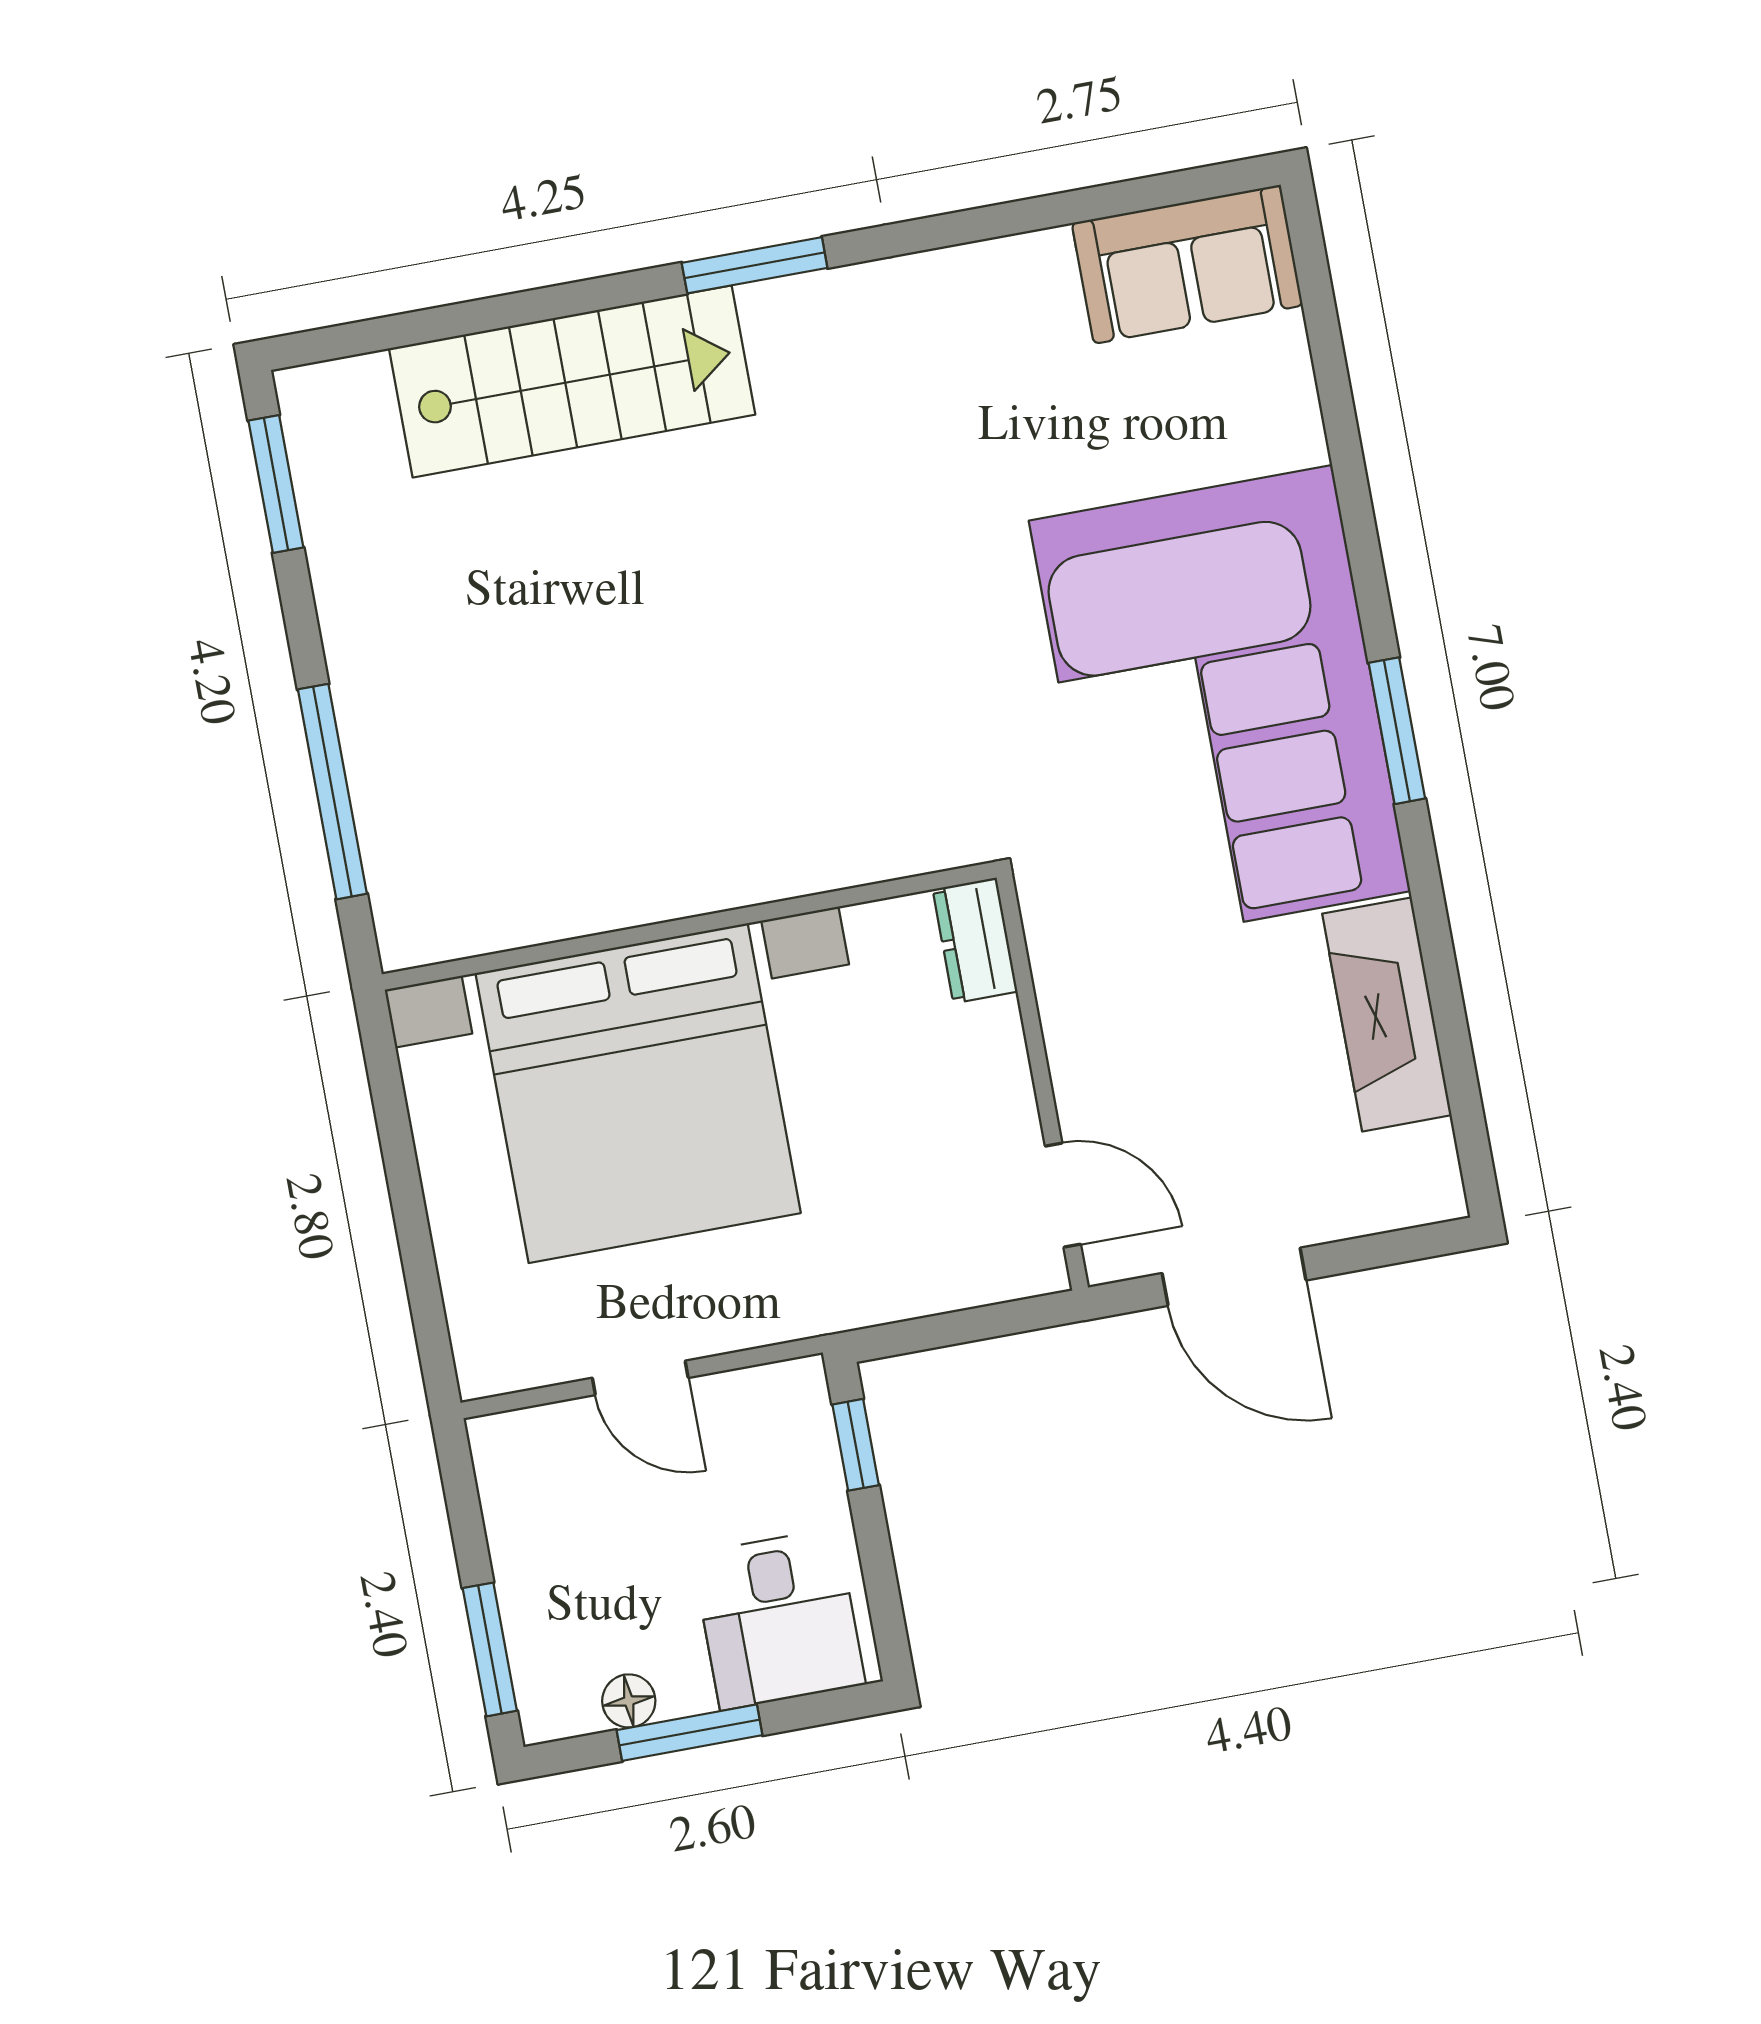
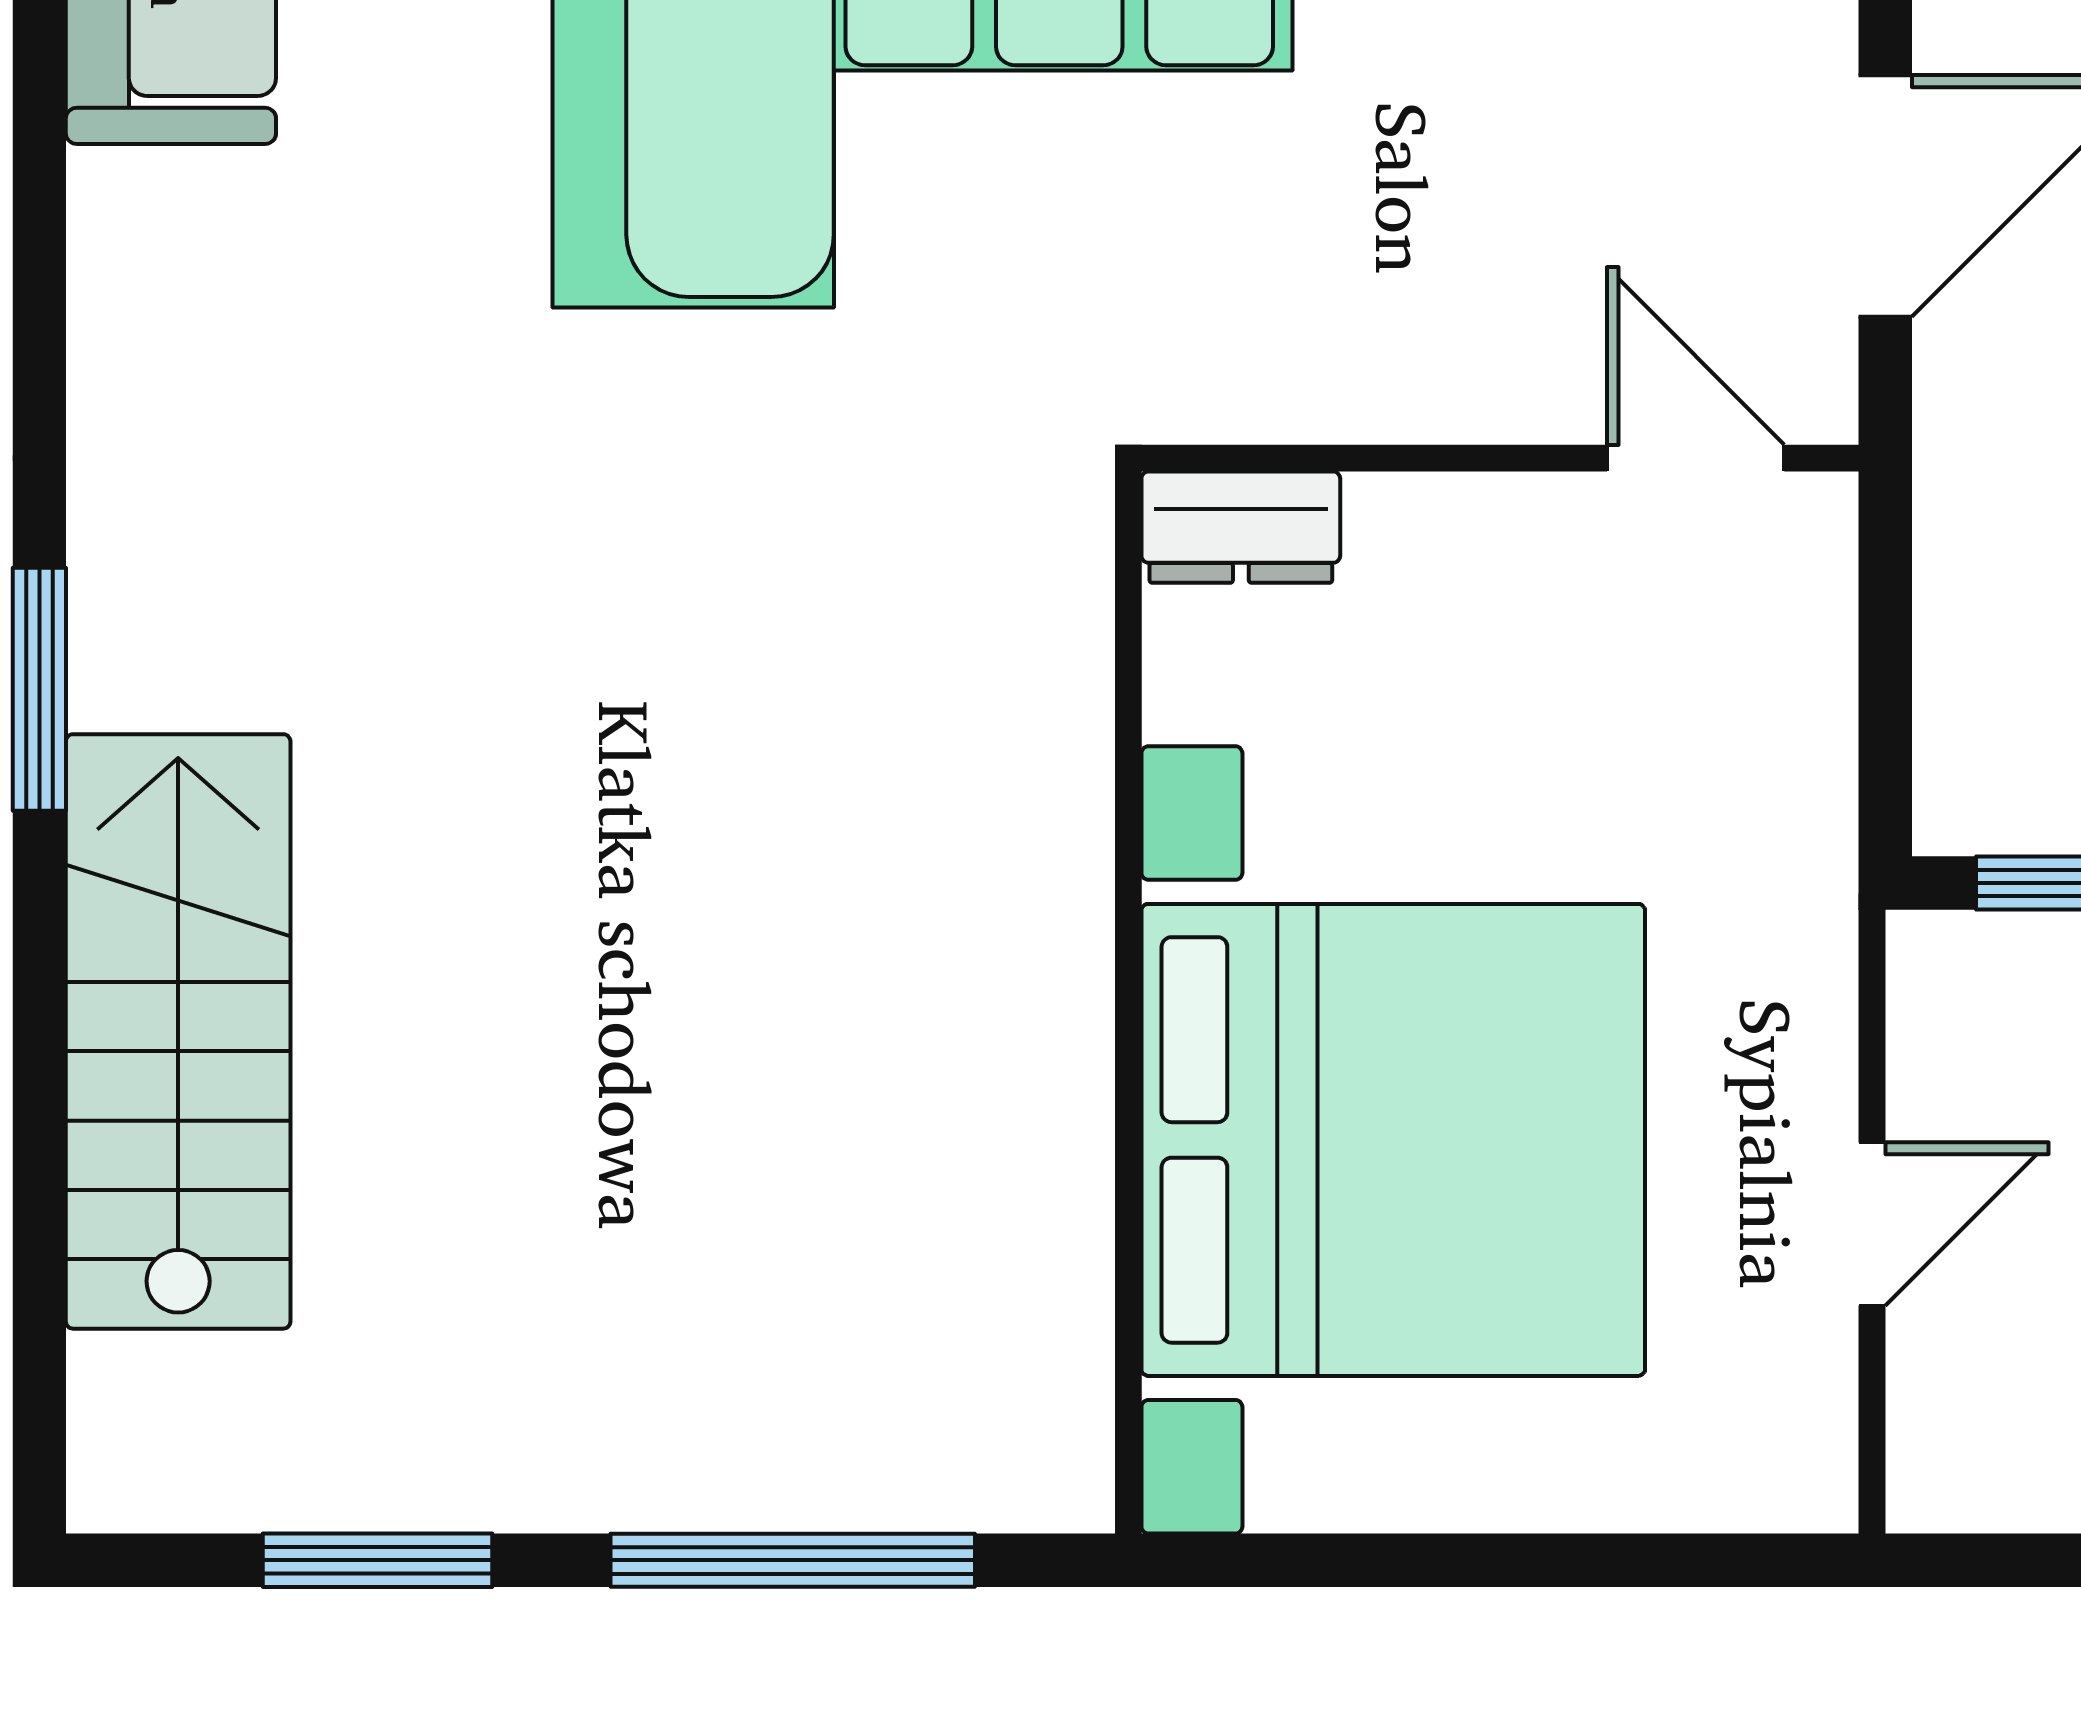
window: (276, 484) -> (377, 1560), moved
door: (1063, 1195) -> (1696, 458), hinge flipped

